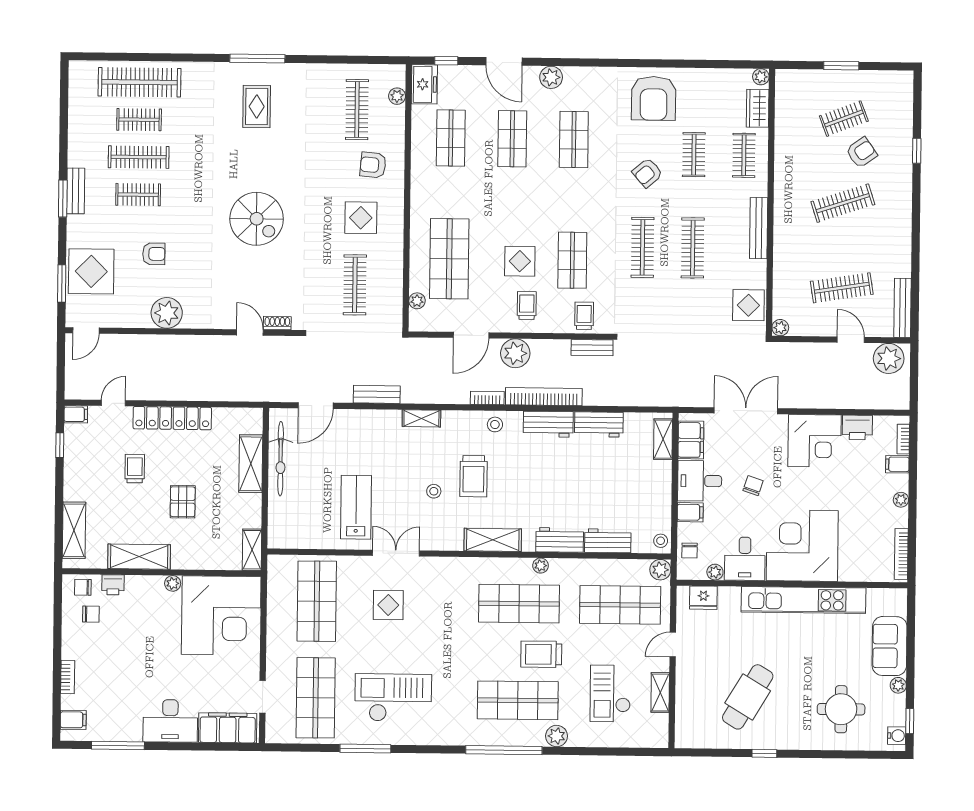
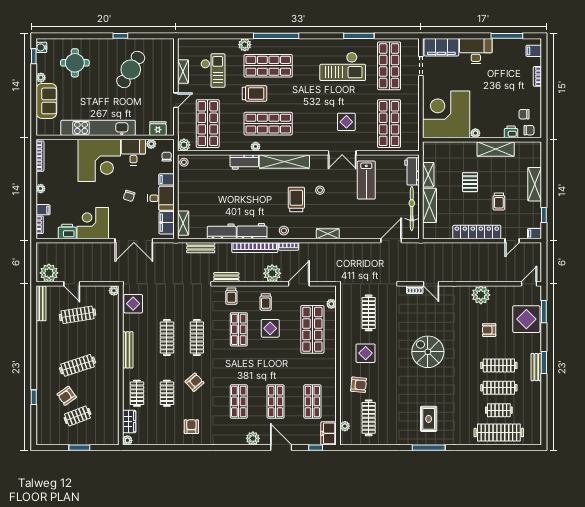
armchair: (654, 98) -> (191, 427), width x0.53, depth x0.53
clothes rail: (138, 195) -> (499, 365), width x1.36
bench: (377, 394) -> (201, 248), moved
shelving: (74, 530) -> (535, 184), moved
shelving: (493, 540) -> (284, 162), width x1.47
workbench: (608, 541) -> (412, 171), moved, turned 90
shelving: (252, 550) -> (428, 175), moved
shop shelf: (620, 605) -> (208, 124), turned 90

